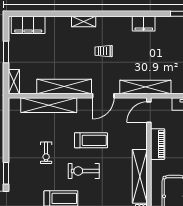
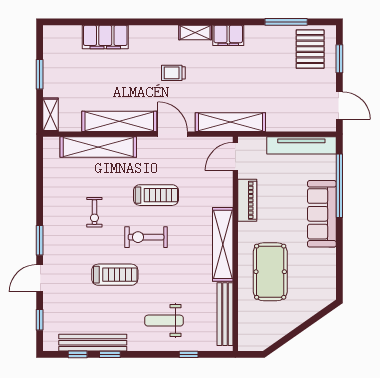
shelving: (84, 22) -> (195, 32), moved
filing cabinet: (28, 25) -> (105, 37), moved
door: (103, 96) -> (173, 134), swing flipped

